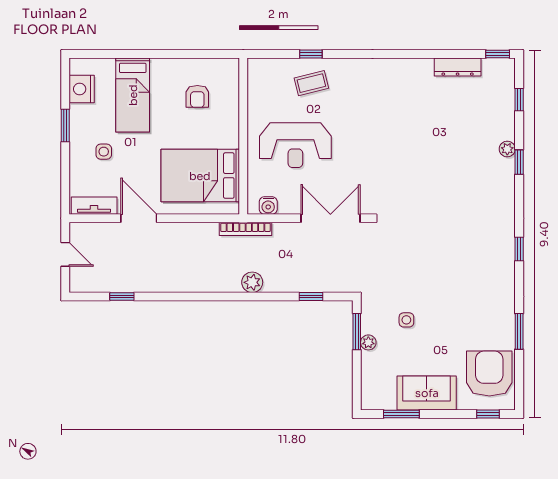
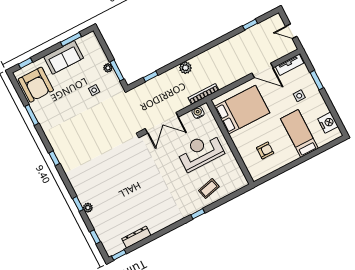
window: (311, 54) -> (198, 214), moved
armchair: (197, 96) -> (265, 150), turned 90
window: (65, 126) -> (317, 80), moved

